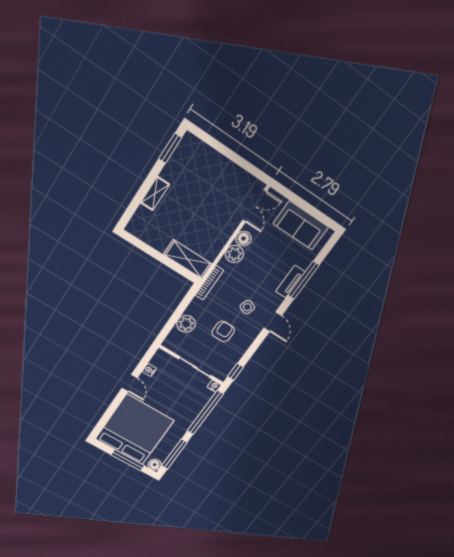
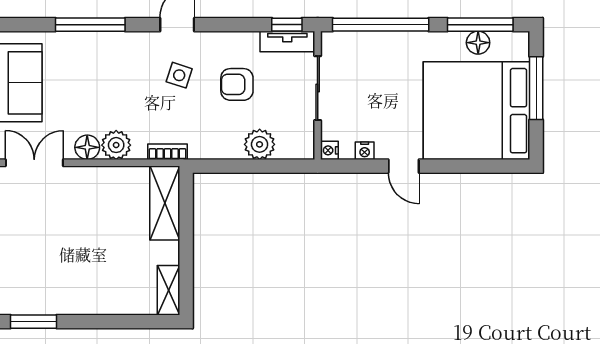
shelving: (155, 193) -> (169, 290), moved, turned 90
tv unit: (290, 282) -> (287, 41), moved
bookcase: (209, 283) -> (168, 152), width x0.64
door: (130, 383) -> (404, 166), swing flipped
nightstand: (214, 386) -> (329, 150), moved
floor lamp: (155, 465) -> (478, 43), moved

